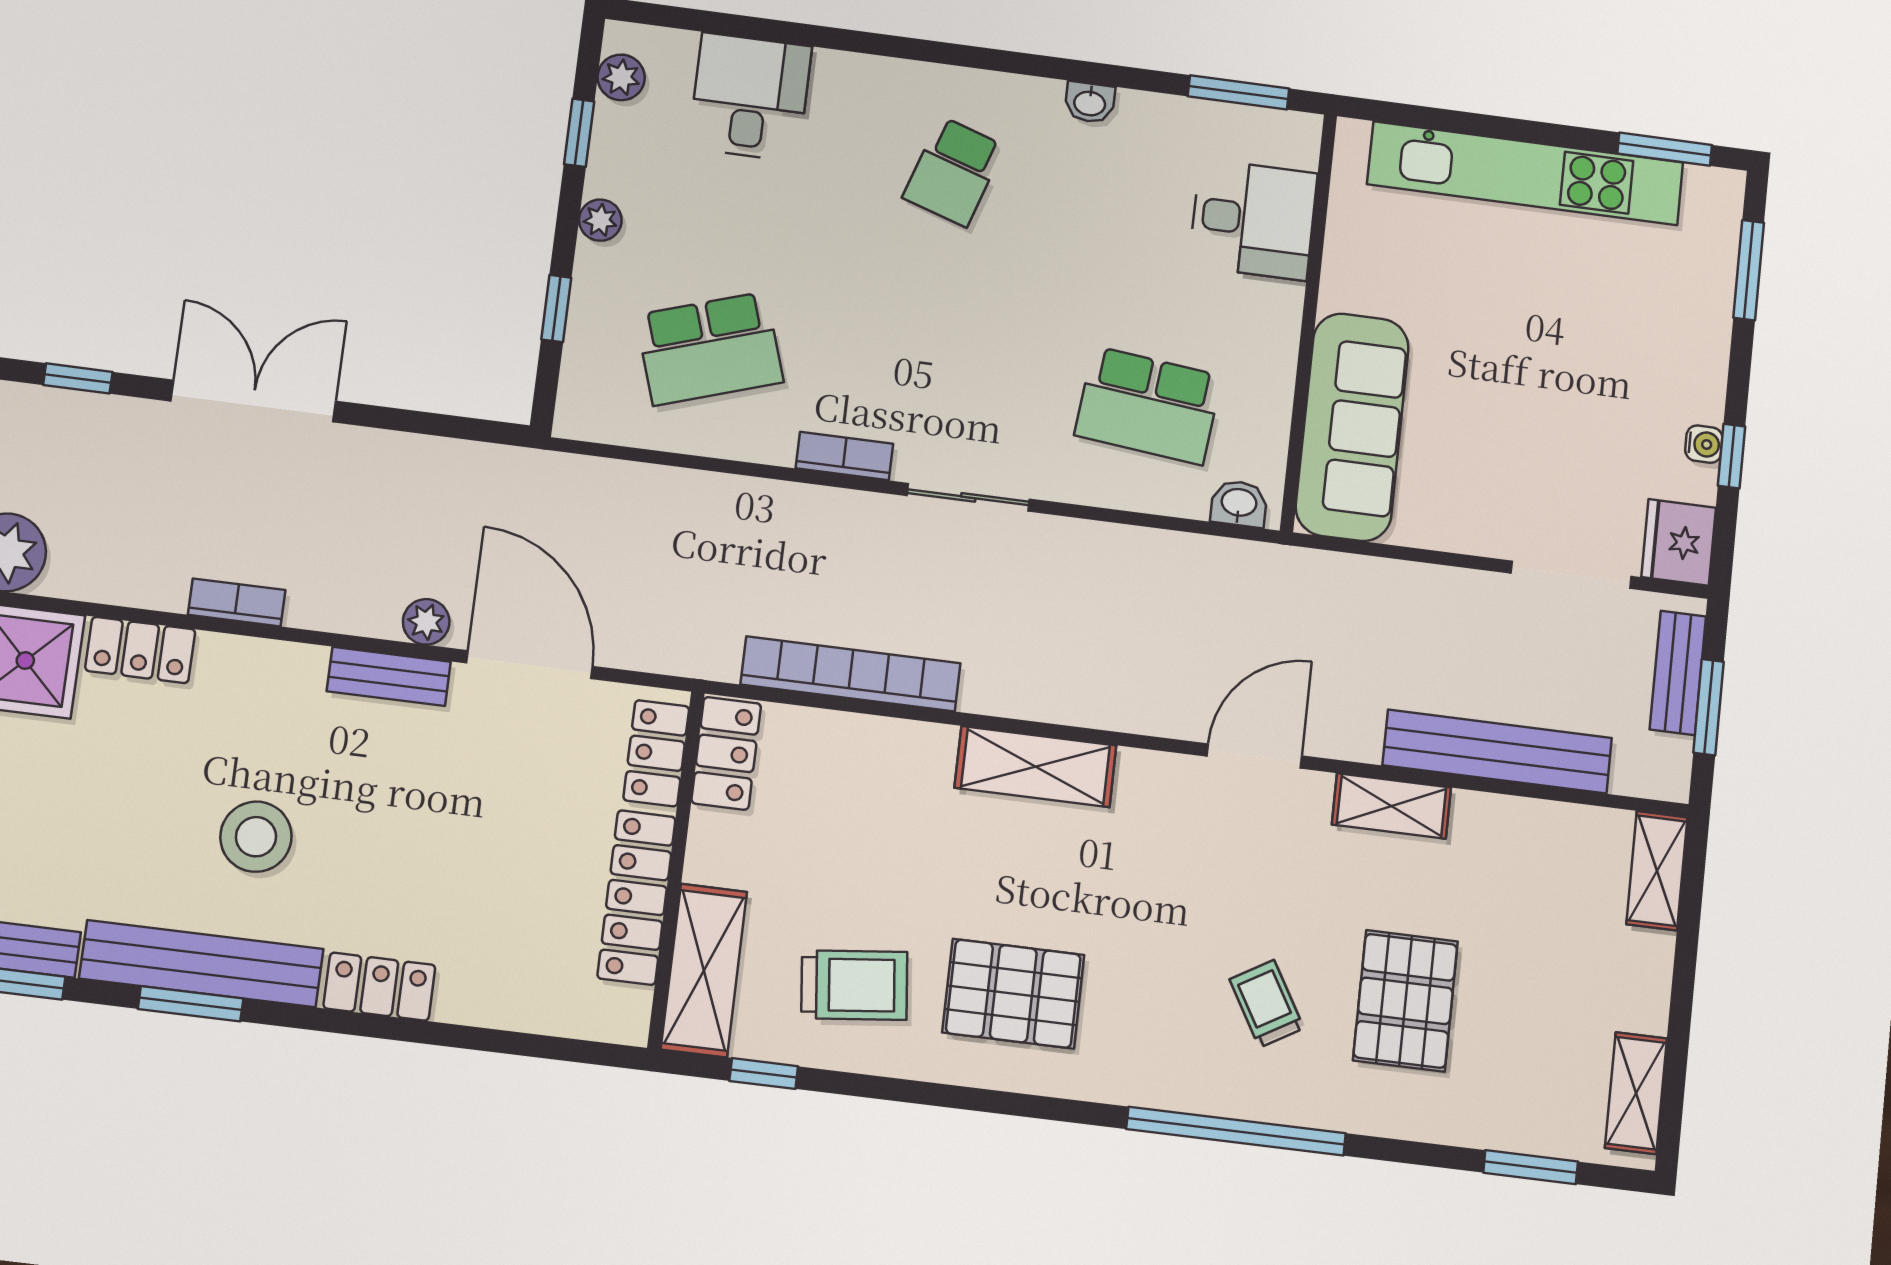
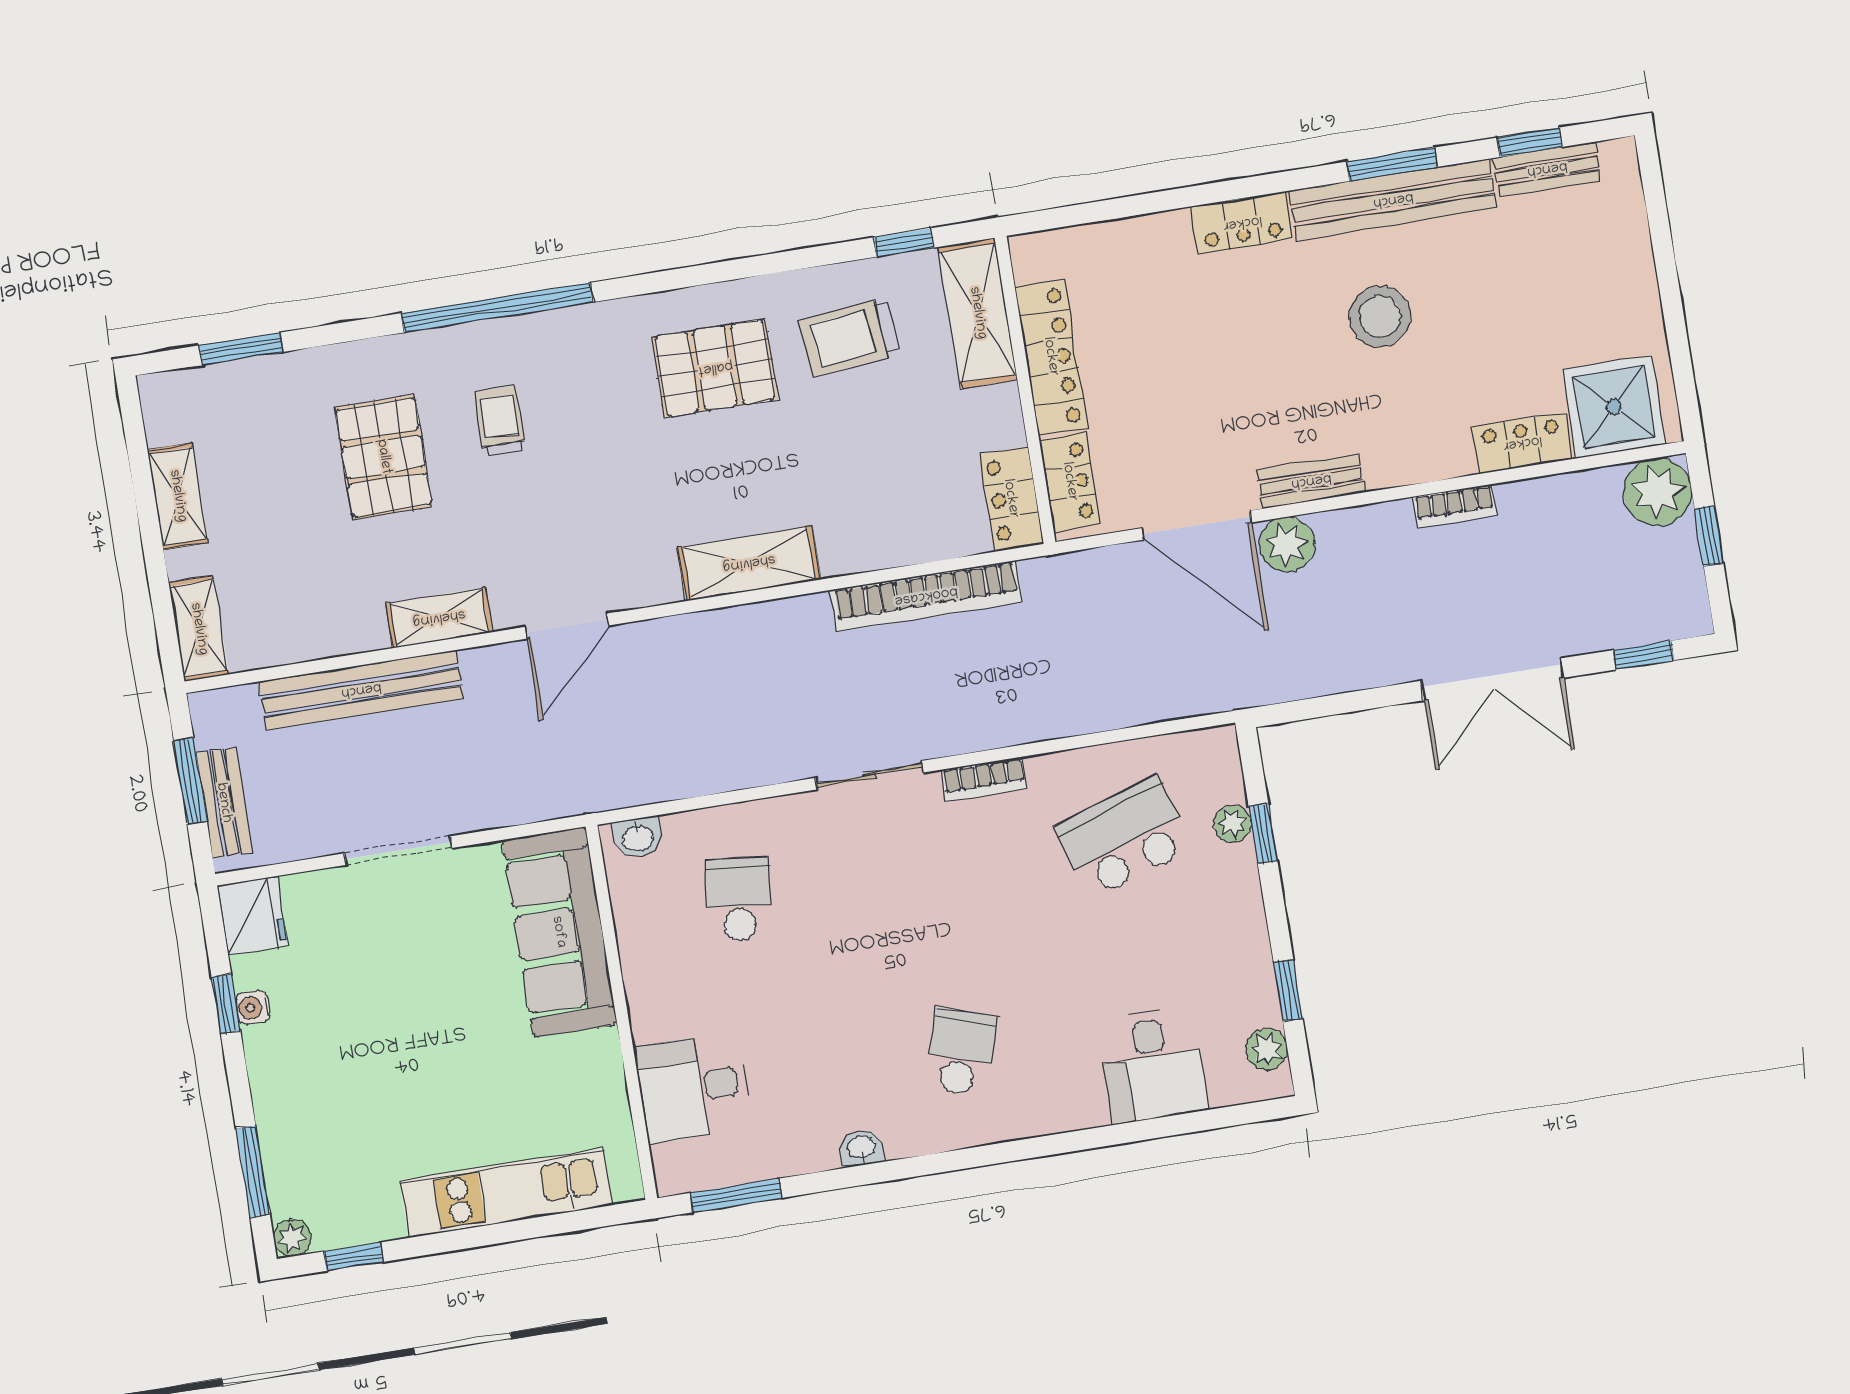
window: (1665, 149) -> (354, 1257), width x0.67
kitchen unit: (1525, 173) -> (506, 1193), width x0.73
plant: (1725, 188) -> (292, 1238), added
plant: (600, 220) -> (1233, 824), moved
school desk: (1148, 406) -> (739, 899), width x0.54
doorway: (1571, 575) -> (398, 851), moved
plant: (426, 622) -> (1287, 545), width x1.38, depth x1.38
trolley: (1267, 1004) -> (500, 421), turned -150
shelving: (1636, 1093) -> (178, 496), moved

